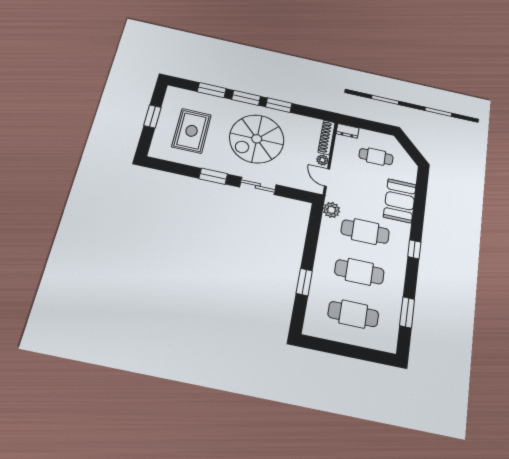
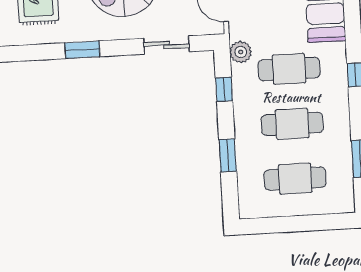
sliding door: (258, 186) -> (166, 45), moved
window: (313, 233) -> (224, 89), added

